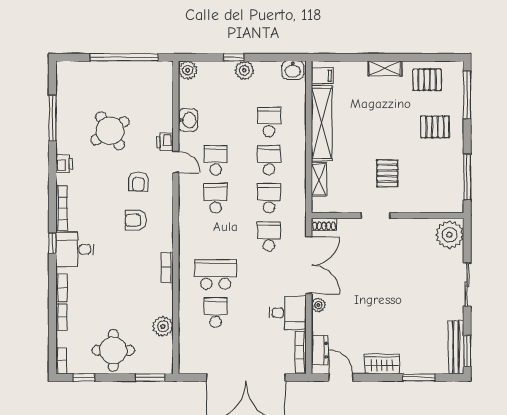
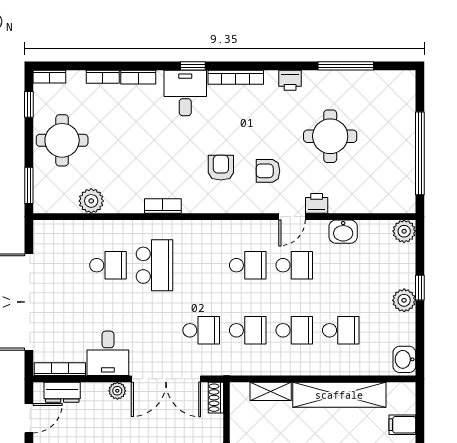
filing cabinet: (322, 76) -> (402, 425), moved, turned 90
round table: (110, 131) -> (330, 136), turned 33

